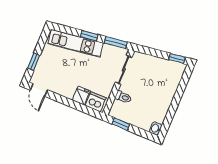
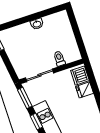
window: (121, 124) -> (80, 44), removed
washbasin: (156, 128) -> (37, 24), moved

